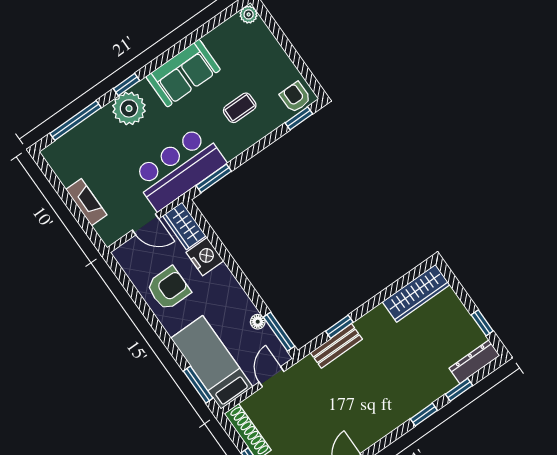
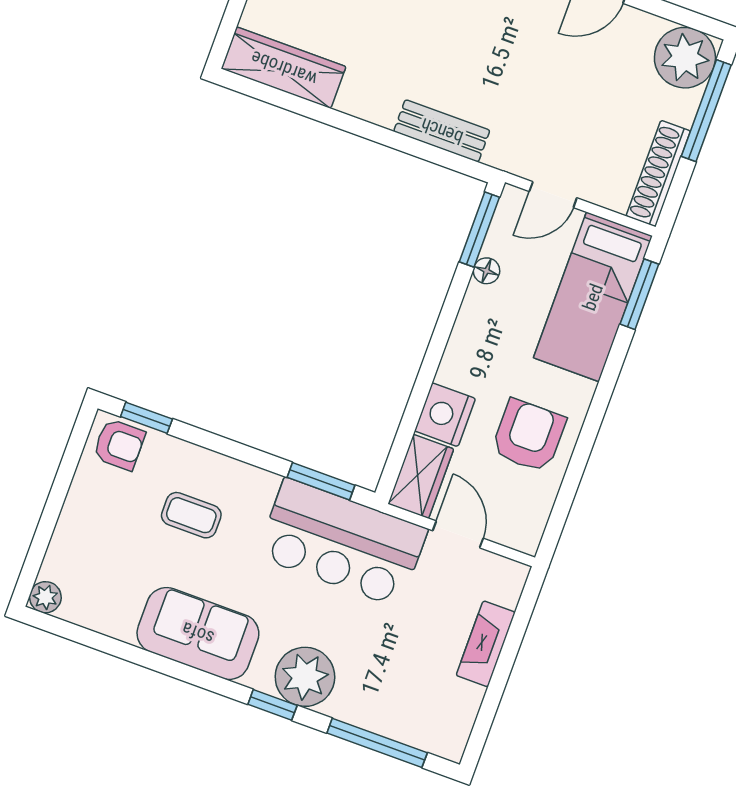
armchair: (295, 97) -> (119, 444), turned -90
armchair: (168, 288) -> (529, 436), turned 90
window: (339, 327) -> (411, 146), removed

